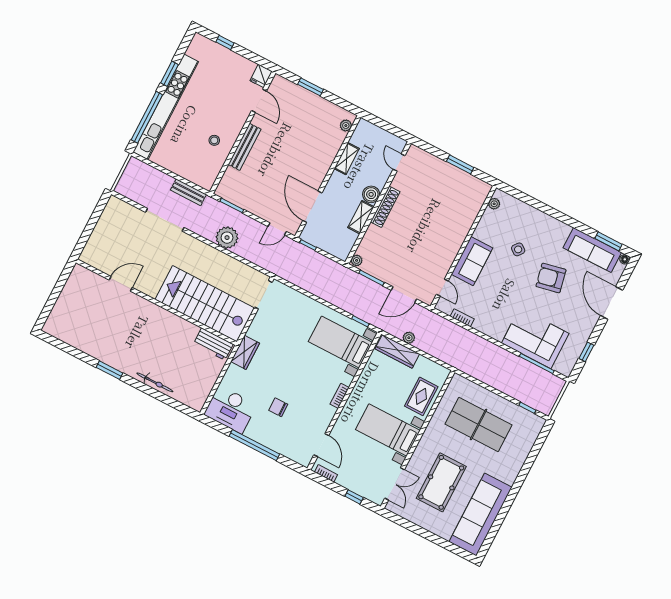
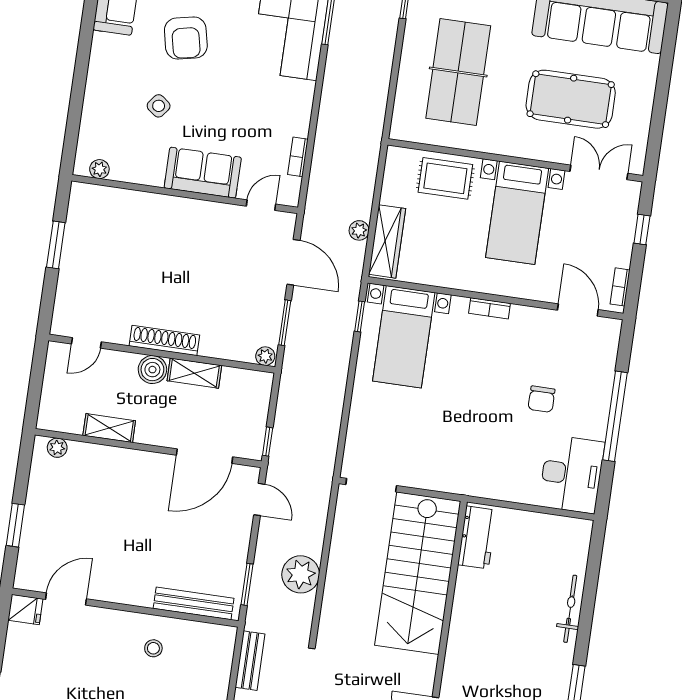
bench: (245, 147) -> (194, 603), moved
wardrobe: (245, 352) -> (473, 482), removed
door: (321, 445) -> (578, 310), hinge flipped

